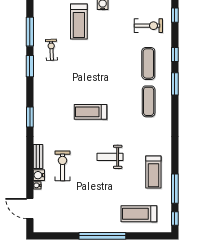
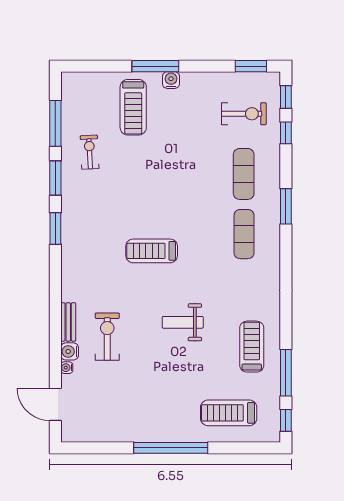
window: (175, 54) -> (286, 133), moved
window: (30, 117) -> (55, 228), moved
treadmill: (153, 172) -> (252, 347), turned 180

